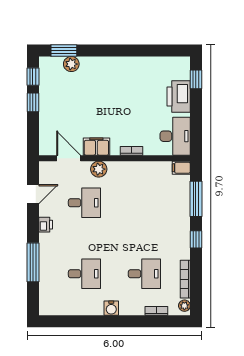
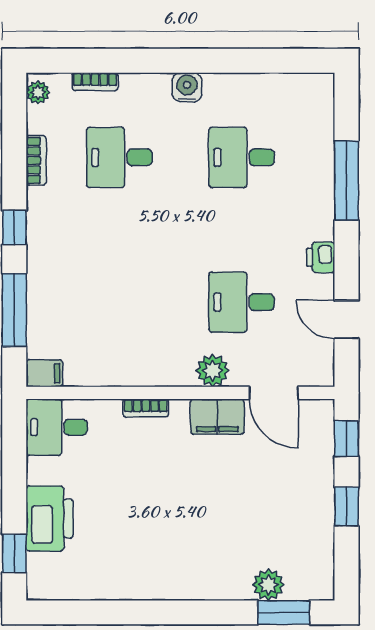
window: (33, 77) -> (347, 439), moved
desk: (175, 136) -> (57, 427), width x0.73
door: (33, 194) -> (347, 320), hinge flipped
bookcase: (185, 279) -> (36, 160), width x0.64

